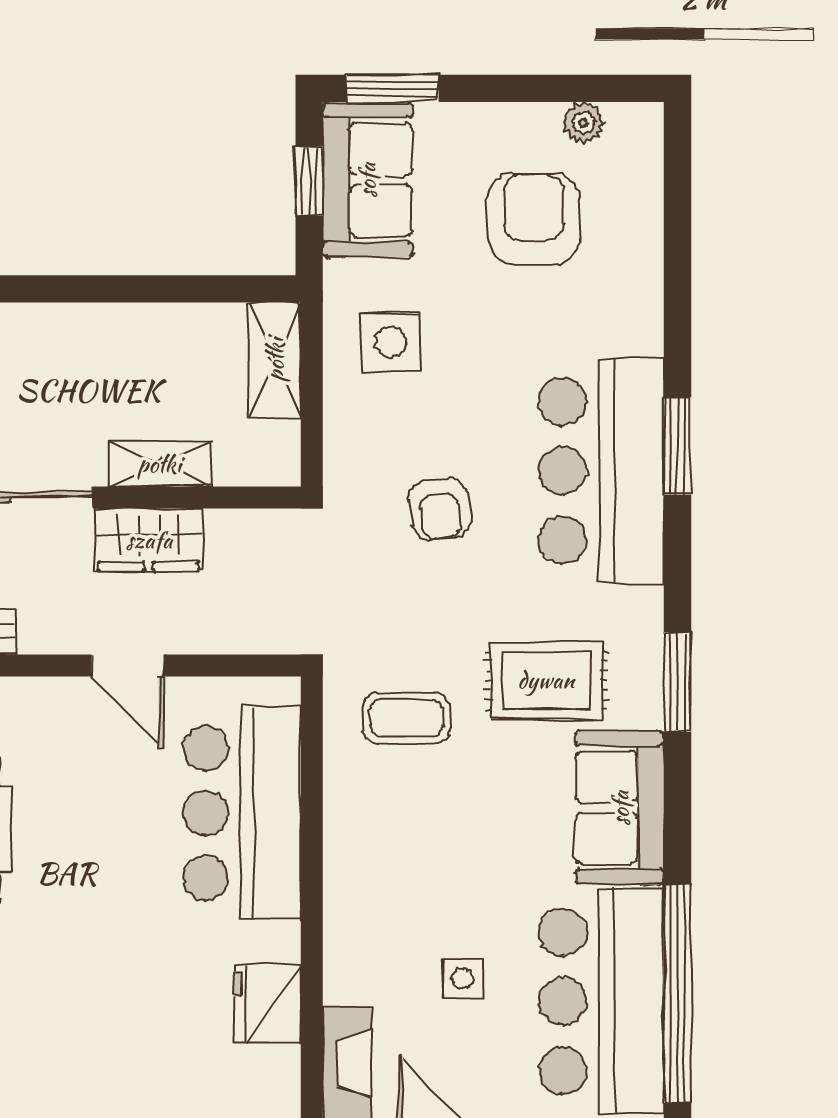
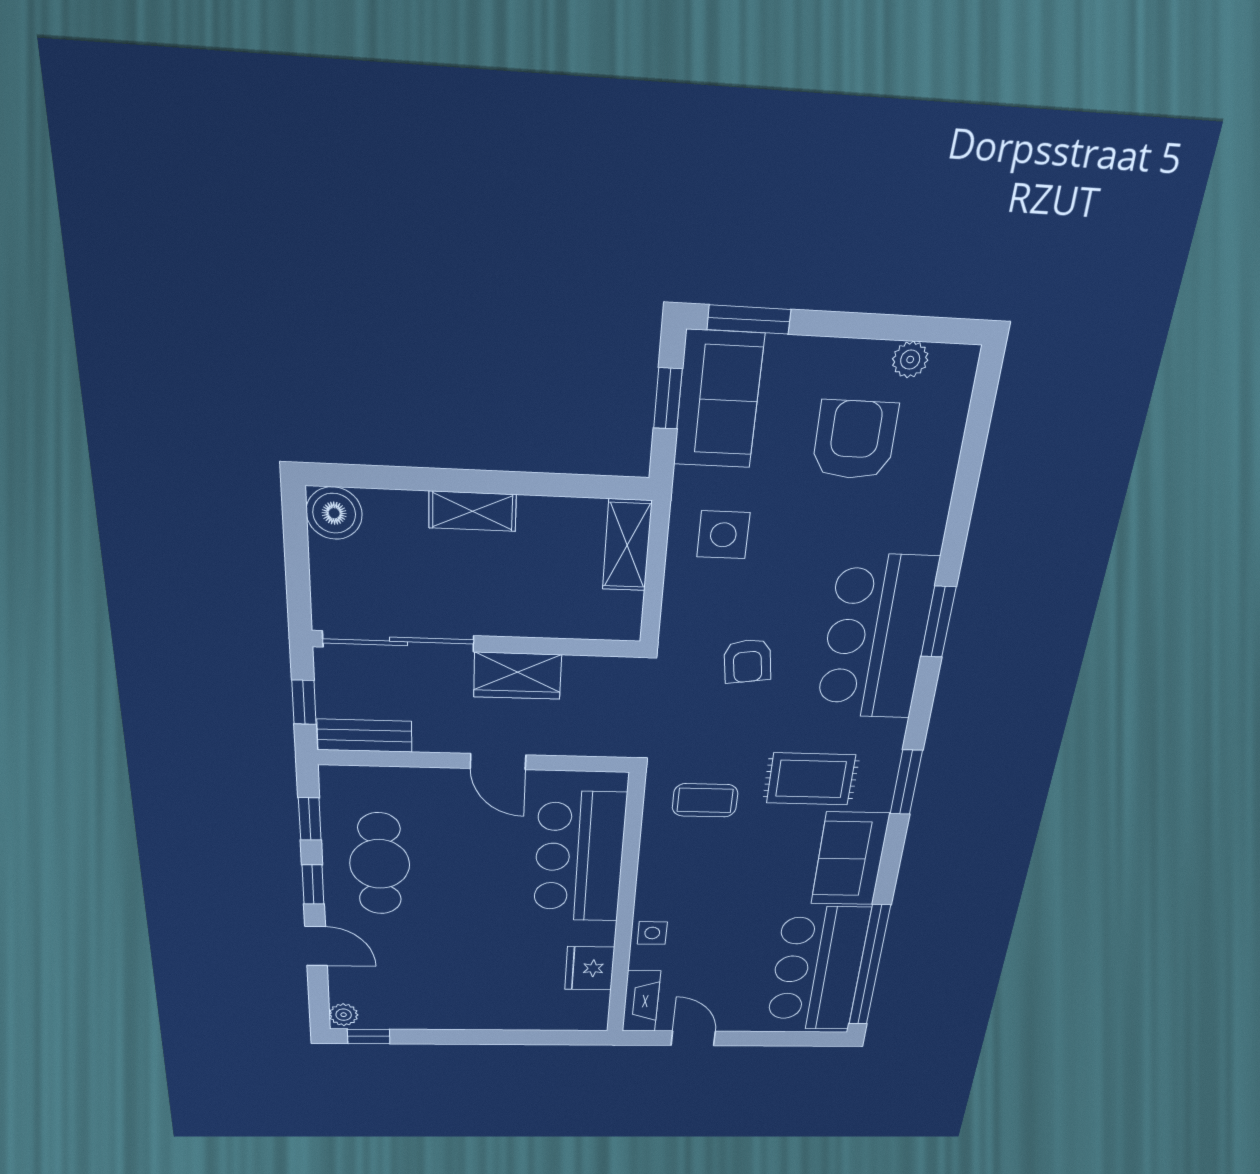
shelving: (159, 464) -> (472, 511), moved
side table: (463, 979) -> (652, 933), moved

